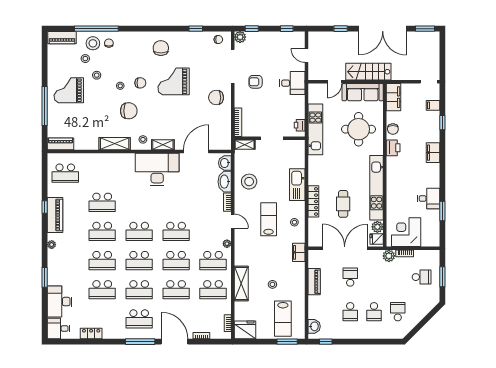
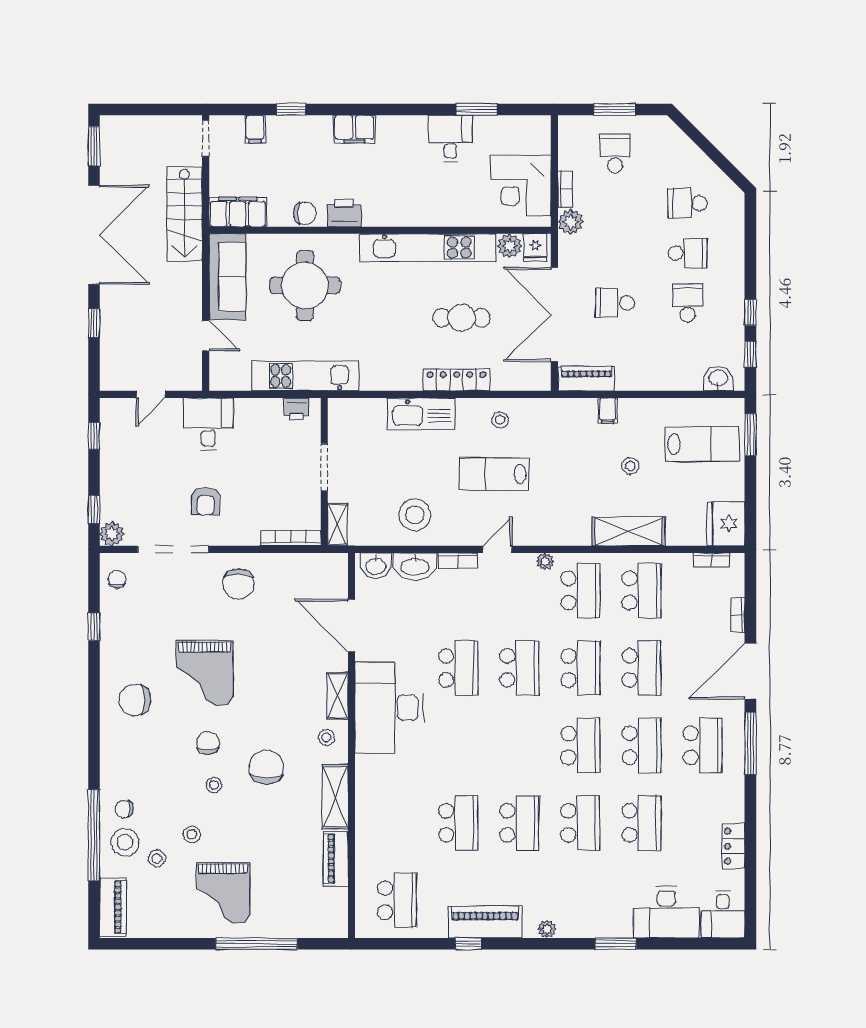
stairs: (368, 72) -> (184, 214), moved
piano: (60, 144) -> (336, 859), moved
school desk: (139, 231) -> (458, 668), moved
filing cabinet: (299, 252) -> (608, 411), moved, width x0.50
piano: (314, 282) -> (586, 379), moved
school desk: (350, 312) -> (688, 303), turned -90
window: (346, 342) -> (750, 312), added

